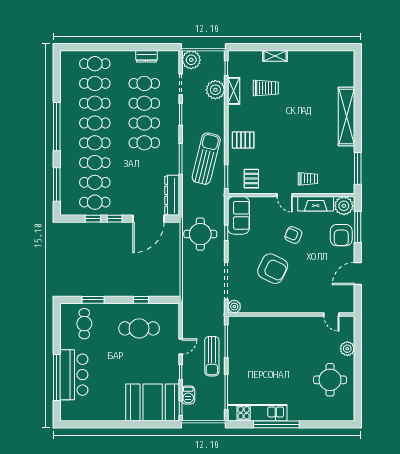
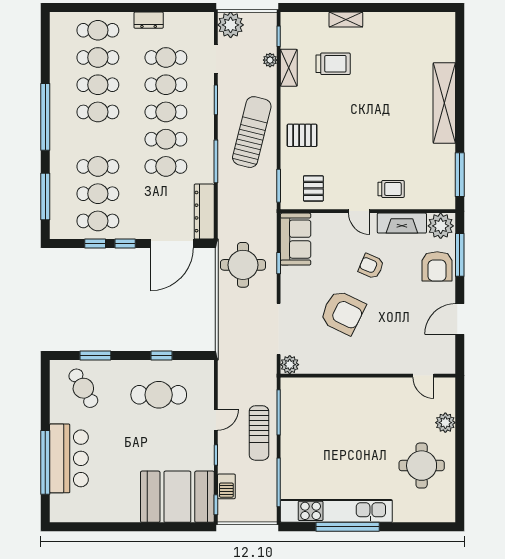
dresser: (146, 56) -> (149, 20), moved
plant: (215, 90) -> (270, 60), width x0.53, depth x0.53
cafe table: (95, 143) -> (166, 166), moved
sun lounger: (206, 159) -> (252, 132), moved
cafe table: (84, 324) -> (83, 388), turned -30
kitchen unit: (257, 413) -> (336, 511), width x1.36

